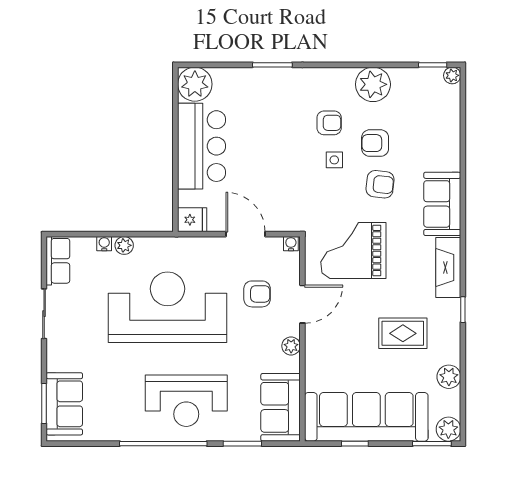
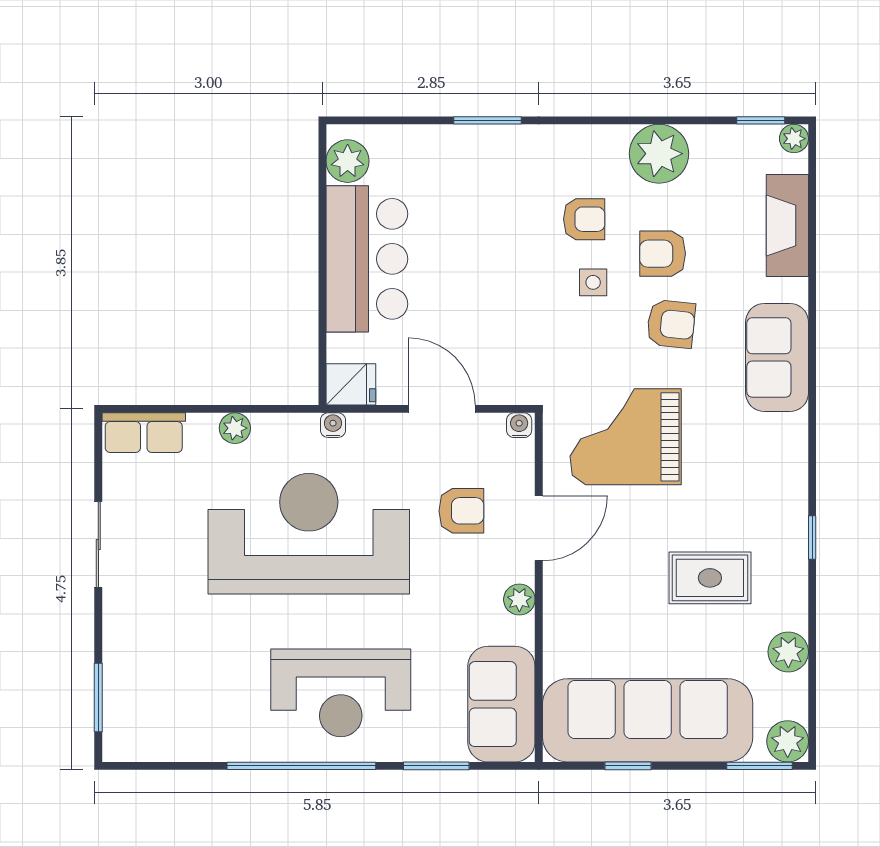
plant: (195, 84) -> (348, 161), width x0.73, depth x0.73
water cooler: (104, 244) -> (333, 425), moved
row of seats: (58, 261) -> (144, 433), moved, turned 90
fireplace: (448, 267) -> (787, 225), moved
sofa: (64, 404) -> (133, 698), removed

